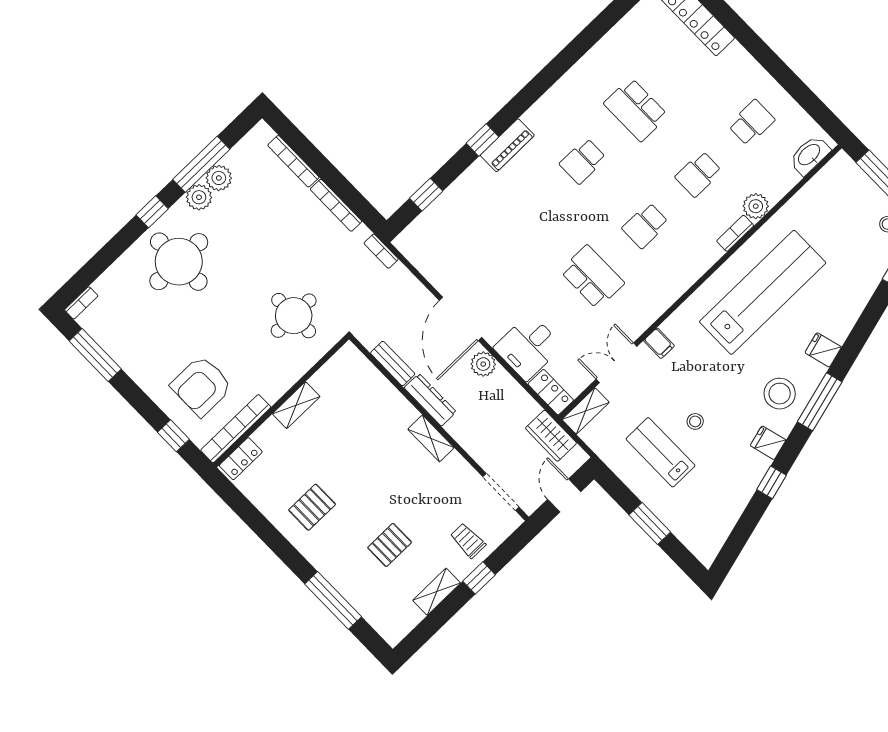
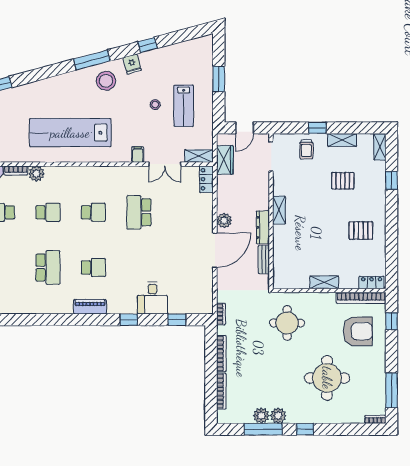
piano: (507, 145) -> (90, 307), moved
bookcase: (735, 233) -> (16, 170), moved
round table: (179, 262) -> (327, 378), moved
desk: (528, 347) -> (152, 298), moved, turned 90
fridge: (823, 350) -> (68, 81), removed
window: (333, 600) -> (391, 180), width x0.46
shelving: (385, 627) -> (380, 147), added

